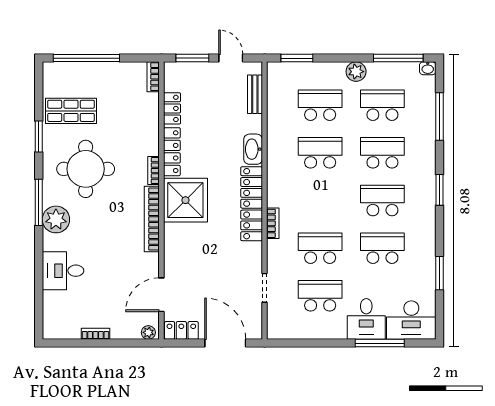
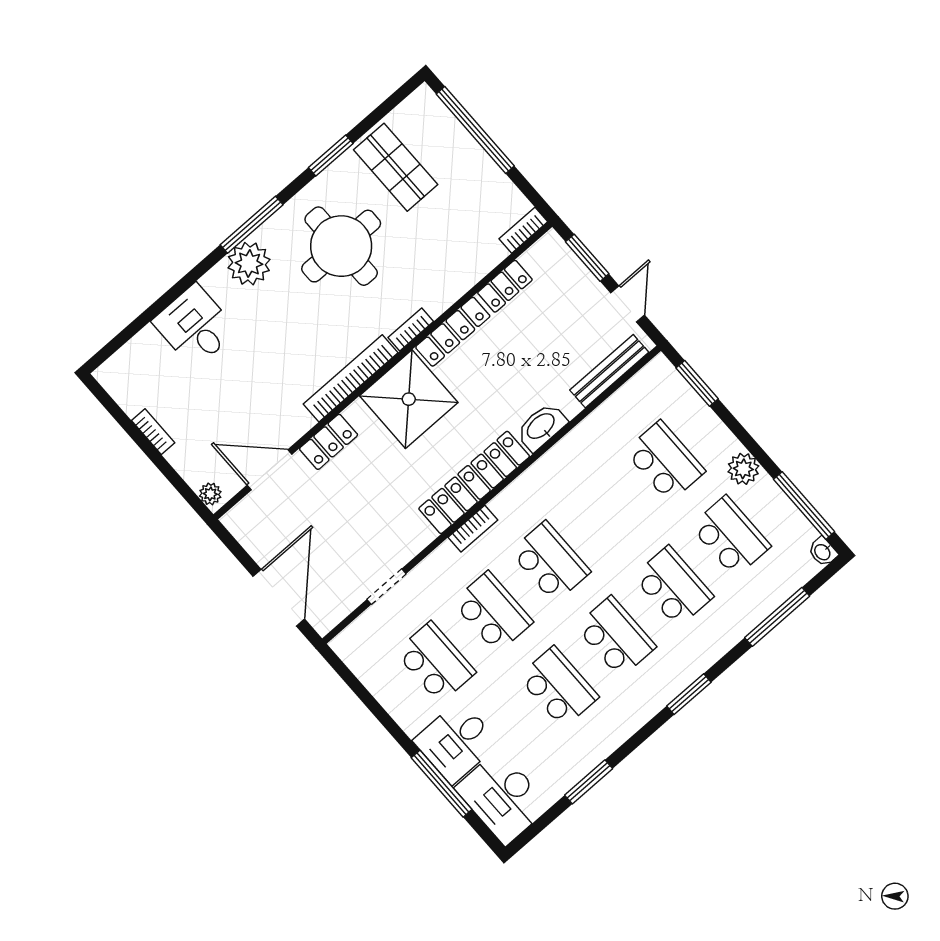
bench: (255, 94) -> (609, 371), width x1.36
school desk: (320, 153) -> (550, 562), moved
locker: (181, 330) -> (329, 442), moved, turned 90

